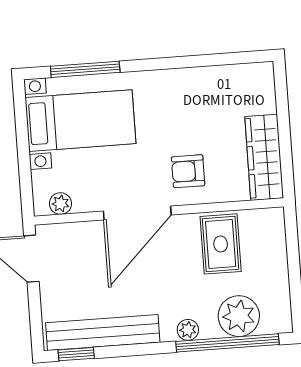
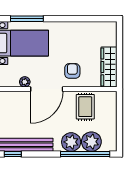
armchair: (188, 171) -> (72, 71), turned 90
plant: (61, 204) -> (25, 82), moved
plant: (188, 330) -> (71, 142), width x1.88, depth x1.88

